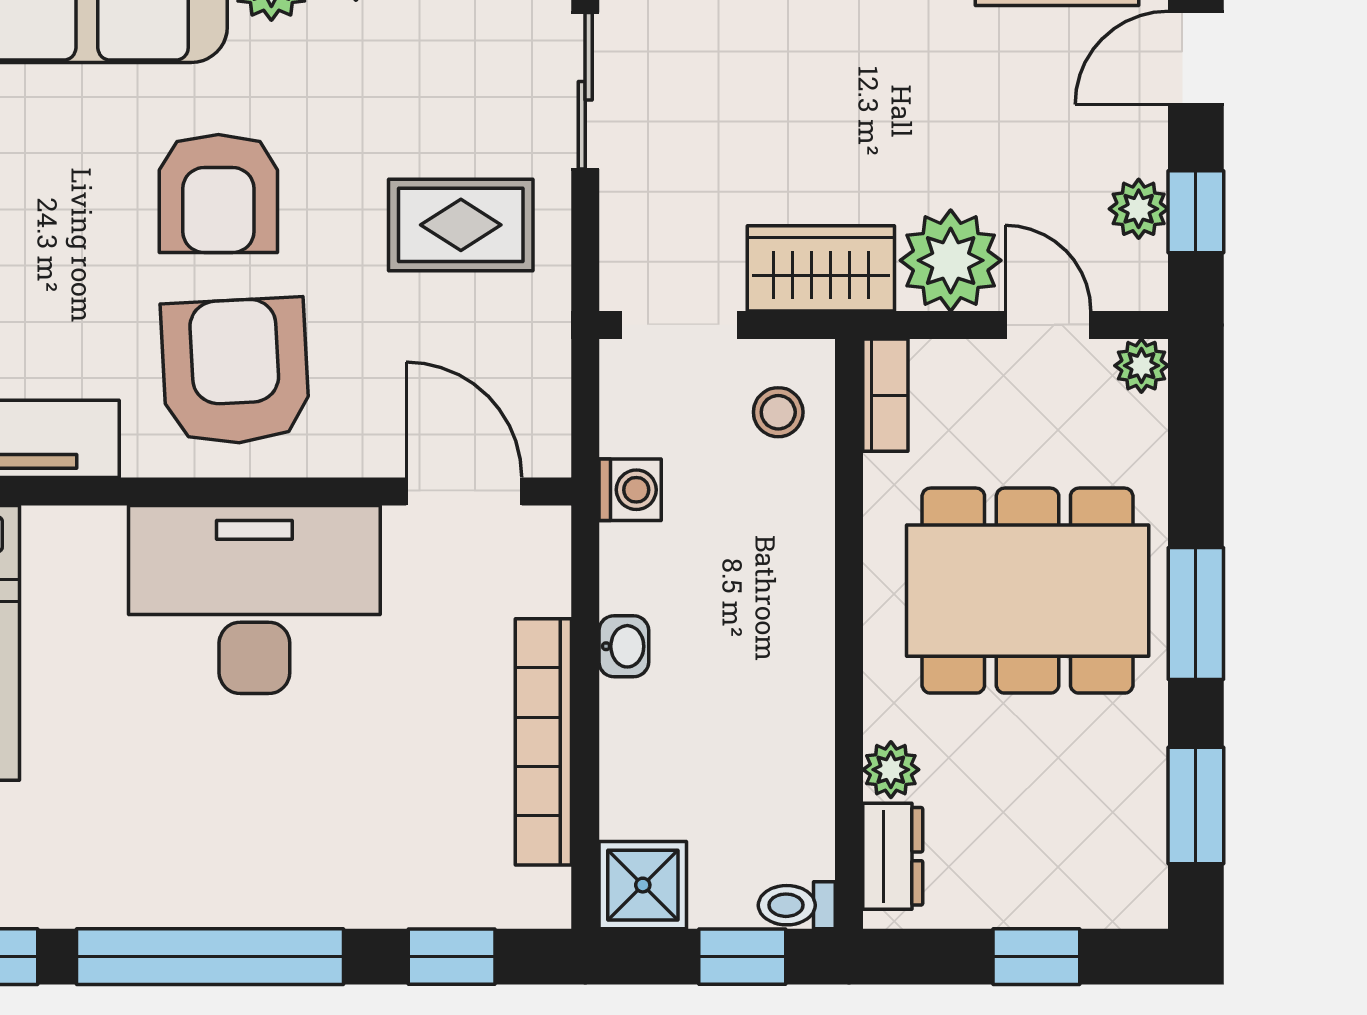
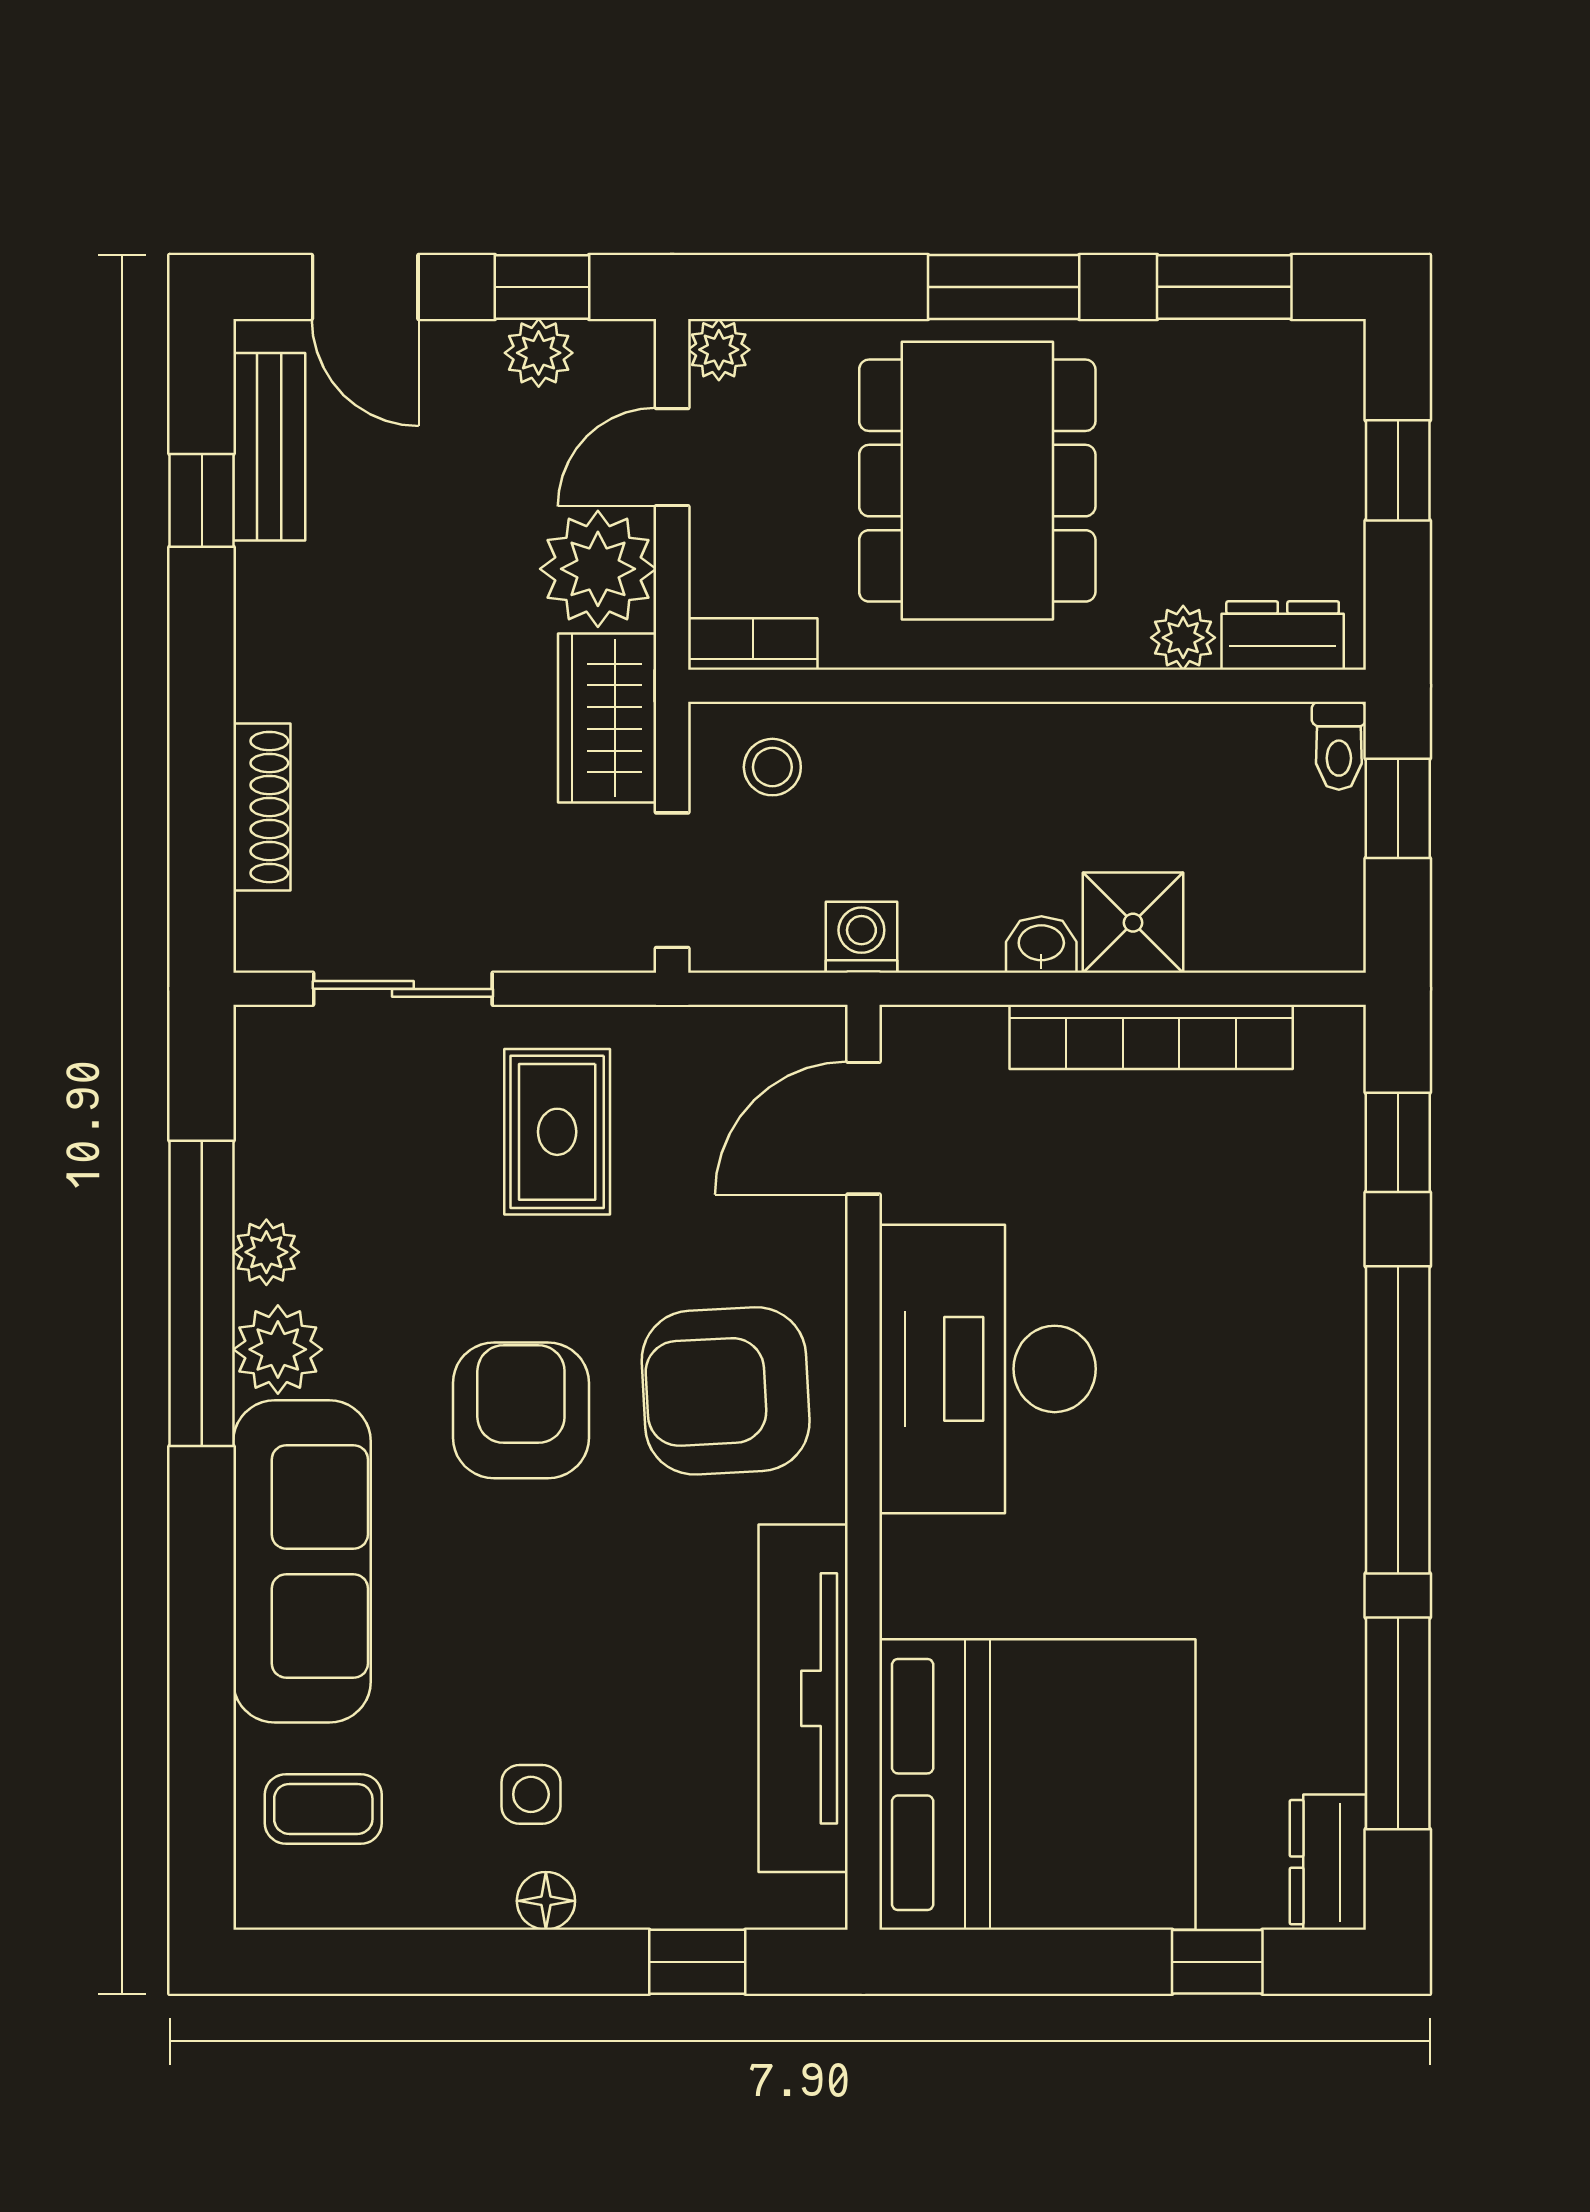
armchair: (218, 193) -> (521, 1410), turned -90
shower: (643, 885) -> (1133, 923), moved

